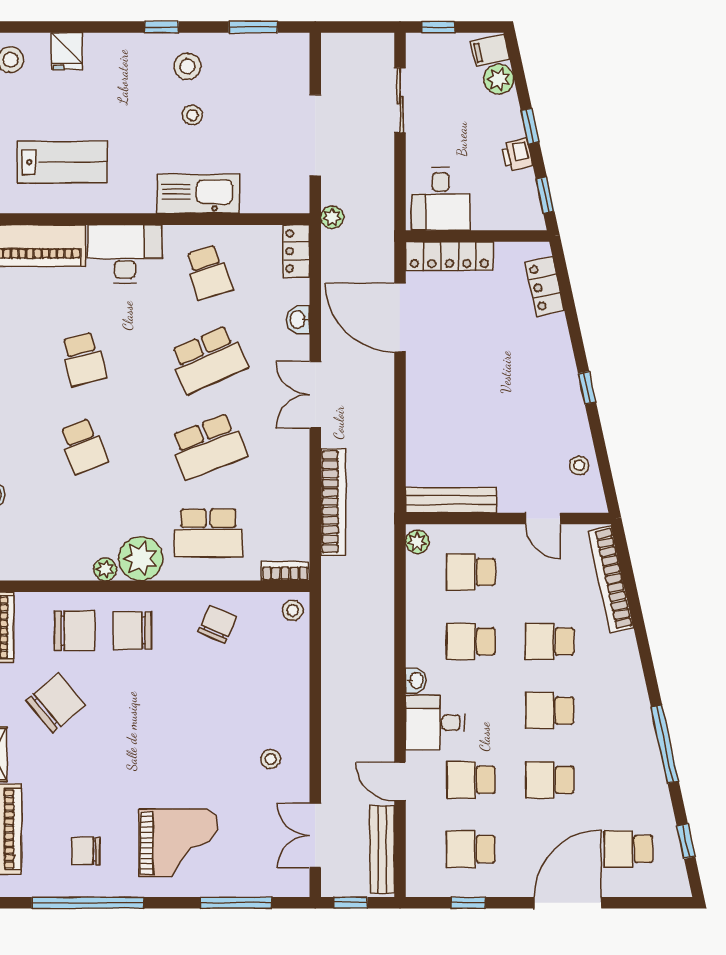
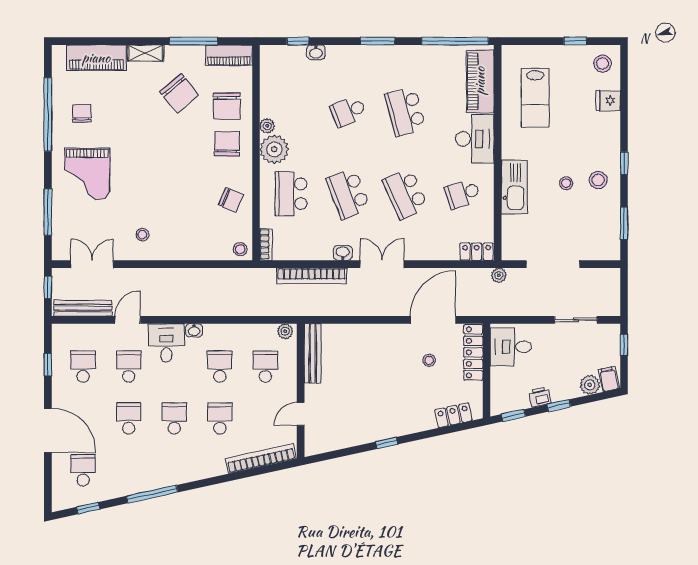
washbasin: (298, 320) -> (343, 253), moved
school desk: (83, 359) -> (405, 111), width x1.85
stool: (579, 465) -> (429, 360), moved

